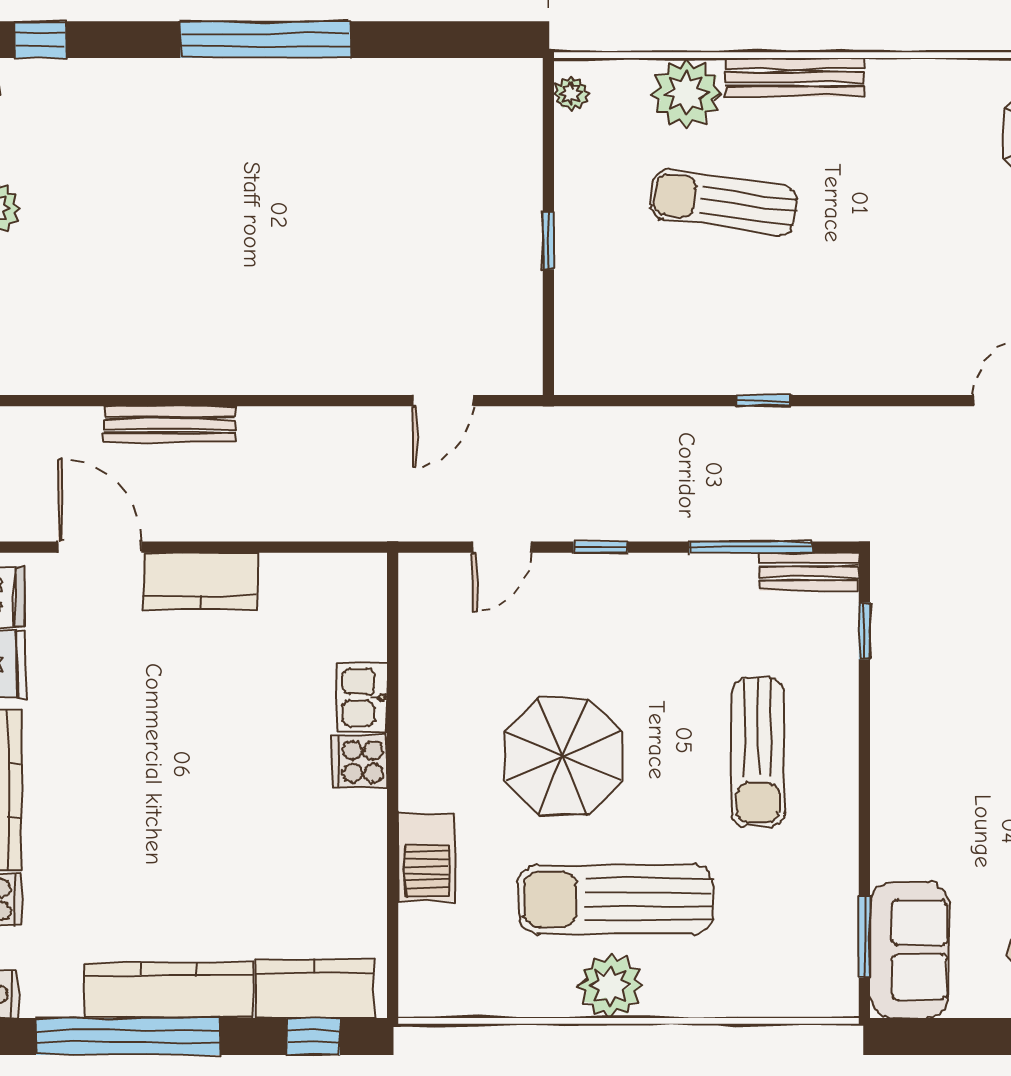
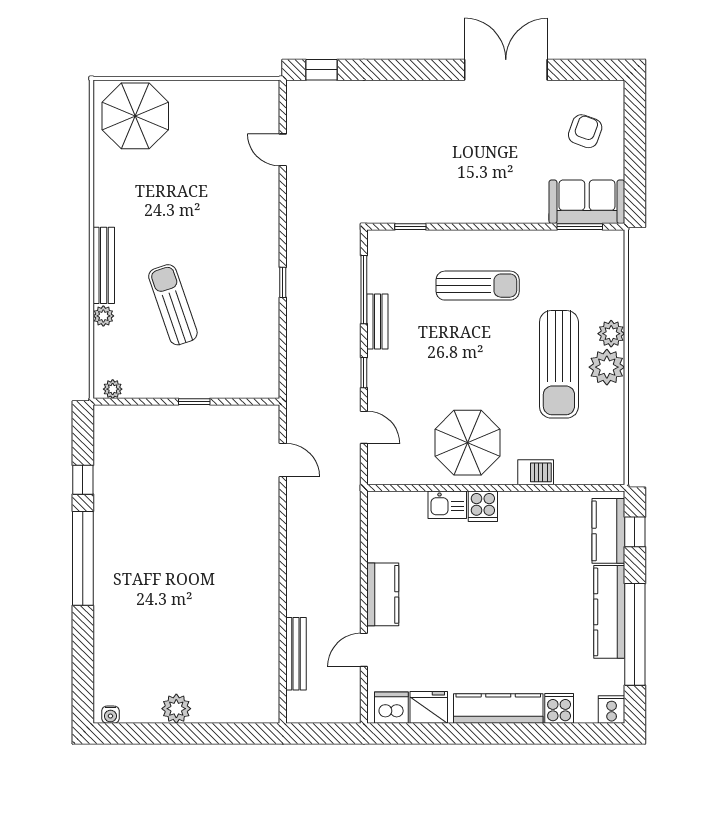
window: (40, 40) -> (83, 480), moved
plant: (687, 93) -> (103, 316), width x0.53, depth x0.53
sun lounger: (723, 202) -> (173, 305), turned 153
bench: (169, 424) -> (296, 654), moved
door: (100, 547) -> (364, 650), width x0.73
bench: (809, 572) -> (377, 321), moved
parasol: (563, 756) -> (468, 443), moved
barbecue: (427, 857) -> (536, 472), width x0.73, depth x0.79
plant: (671, 994) -> (611, 334), added

